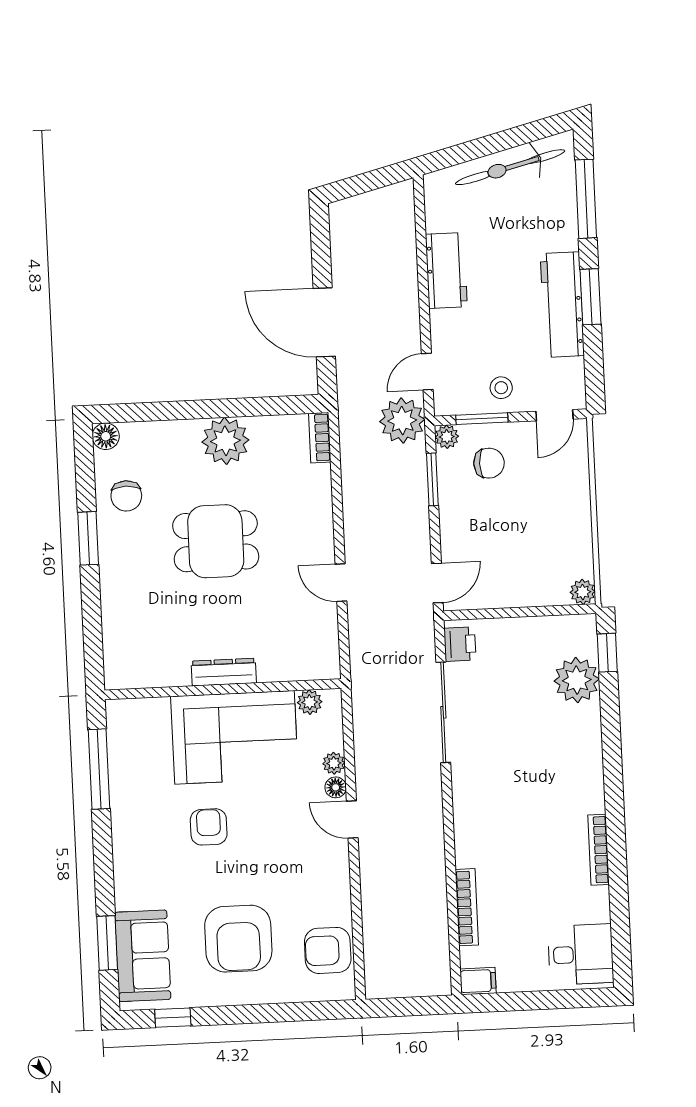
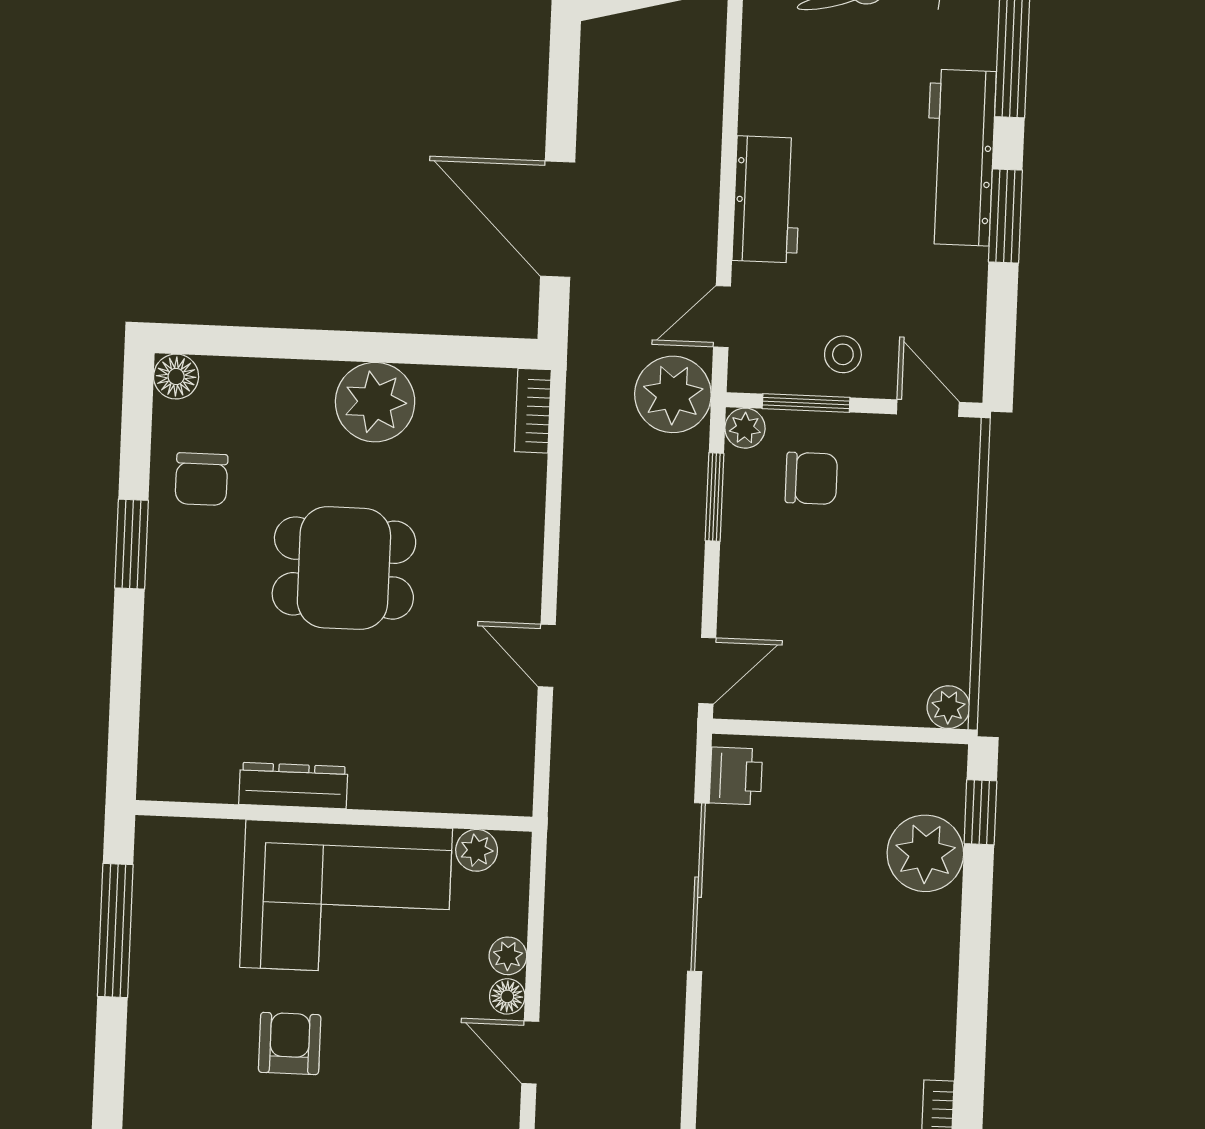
workbench: (446, 271) -> (767, 199), moved
workbench: (562, 305) -> (960, 158), moved
door: (555, 415) -> (928, 408), swing flipped
dresser: (224, 672) -> (293, 786), moved

